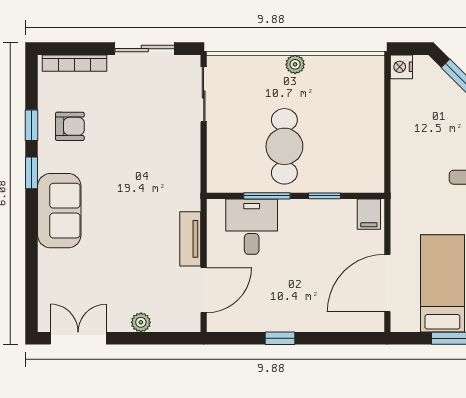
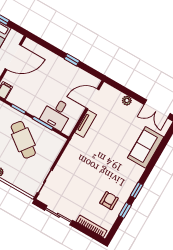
armchair: (70, 126) -> (109, 201), turned 90
cafe table: (284, 146) -> (23, 140), turned -53
sofa: (59, 211) -> (146, 147), moved

